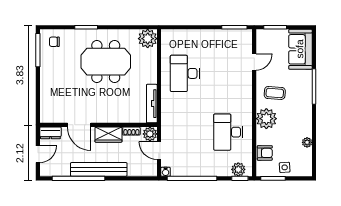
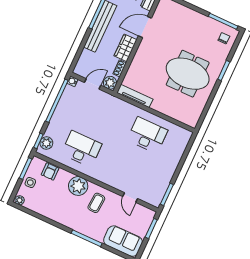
plant: (148, 39) -> (191, 118), removed
meeting table: (106, 62) -> (188, 74), turned 90
plant: (307, 142) -> (20, 200), moved

